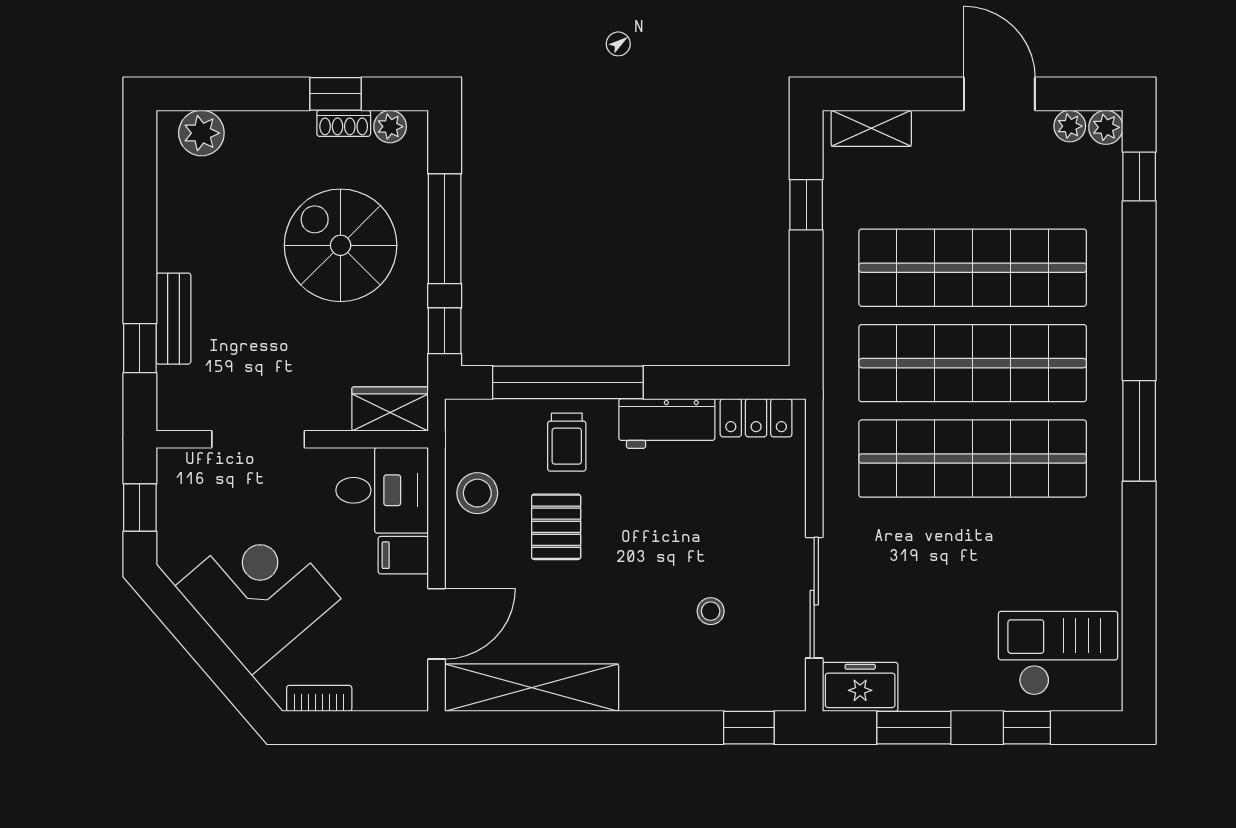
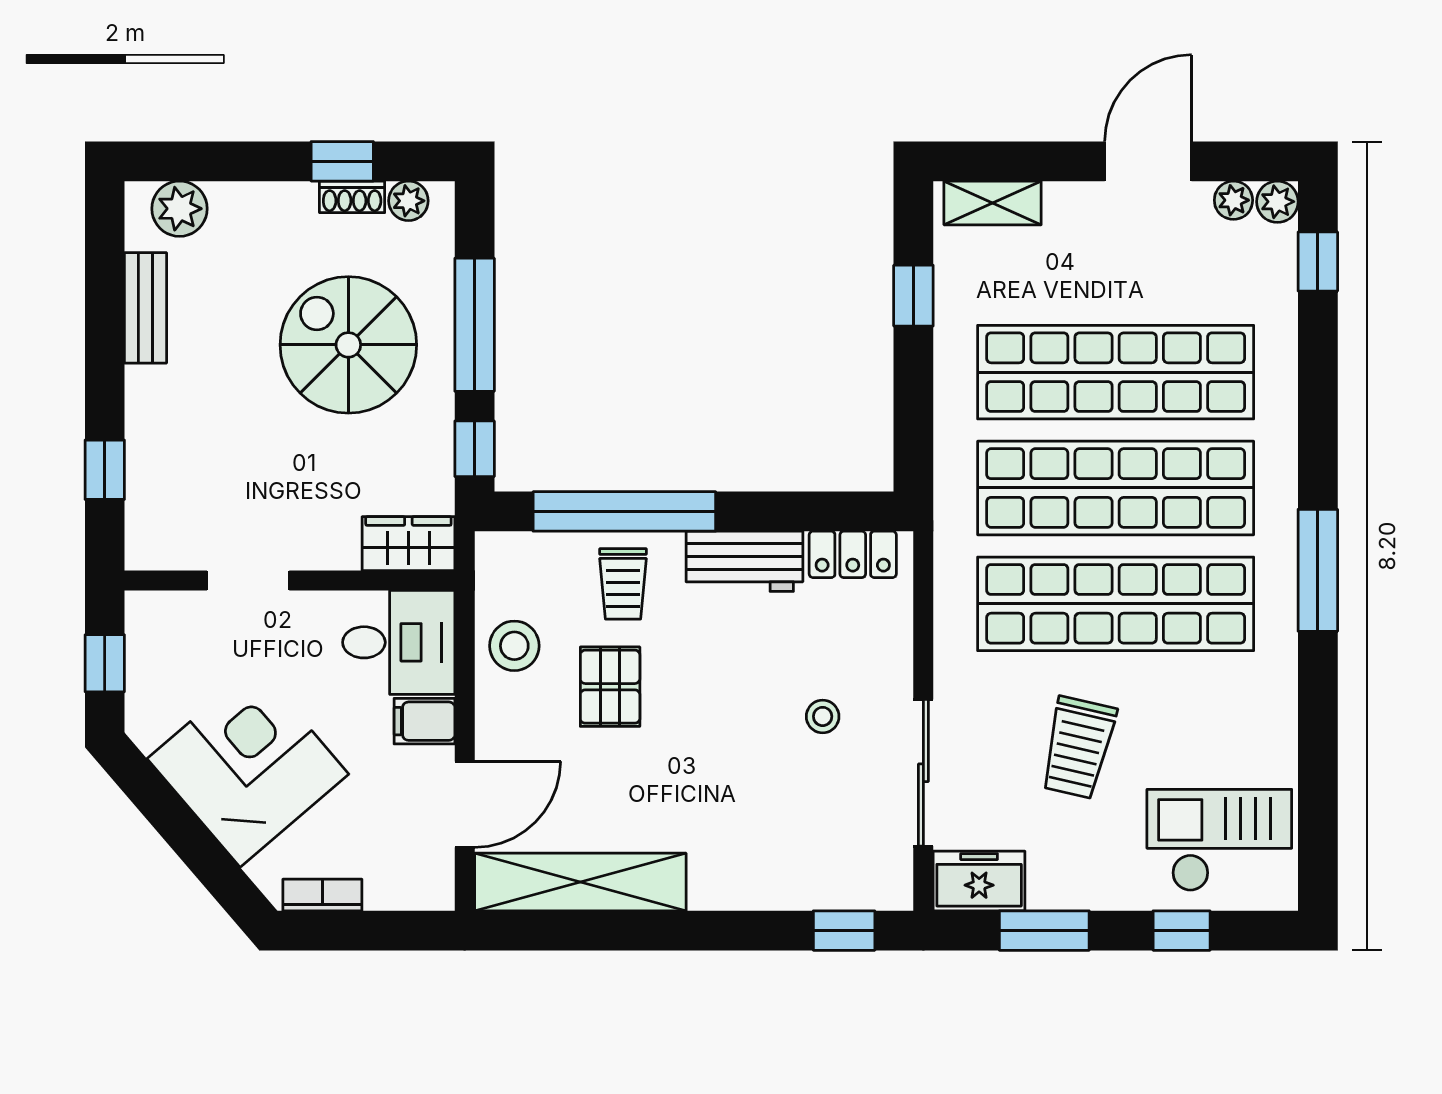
door: (999, 94) -> (1148, 161), hinge flipped
bench: (173, 319) -> (146, 308), moved
doorway: (258, 439) -> (248, 580), width x0.73
trolley: (942, 577) -> (1078, 748), added
stool: (711, 611) -> (823, 716), moved

